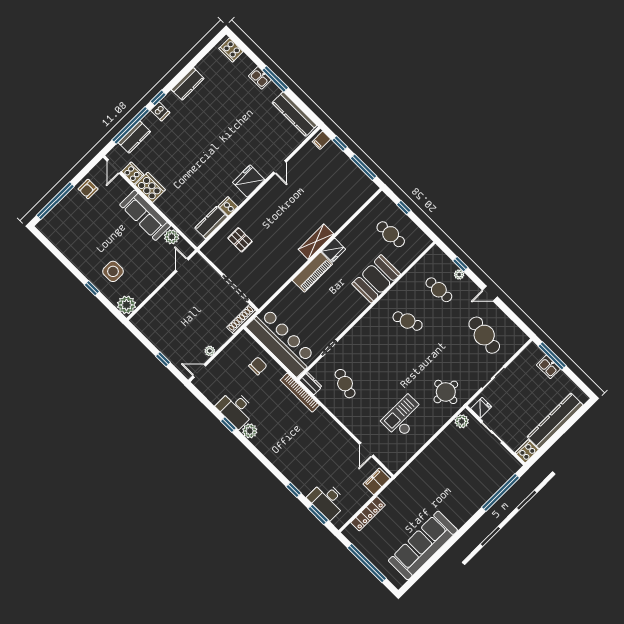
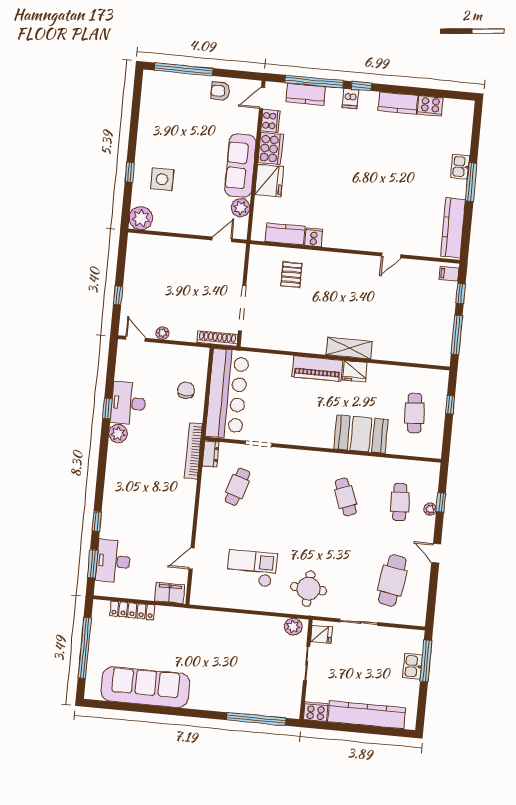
cooker: (231, 50) -> (430, 106), moved, turned -90
fridge: (249, 181) -> (269, 181), moved, turned 90
chair: (258, 366) -> (186, 390), turned -90

